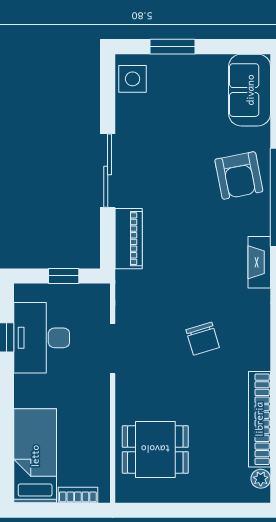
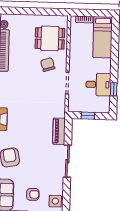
armchair: (184, 93) -> (33, 194), added
desk: (42, 338) -> (98, 85), width x0.73
chair: (203, 339) -> (48, 65), moved

